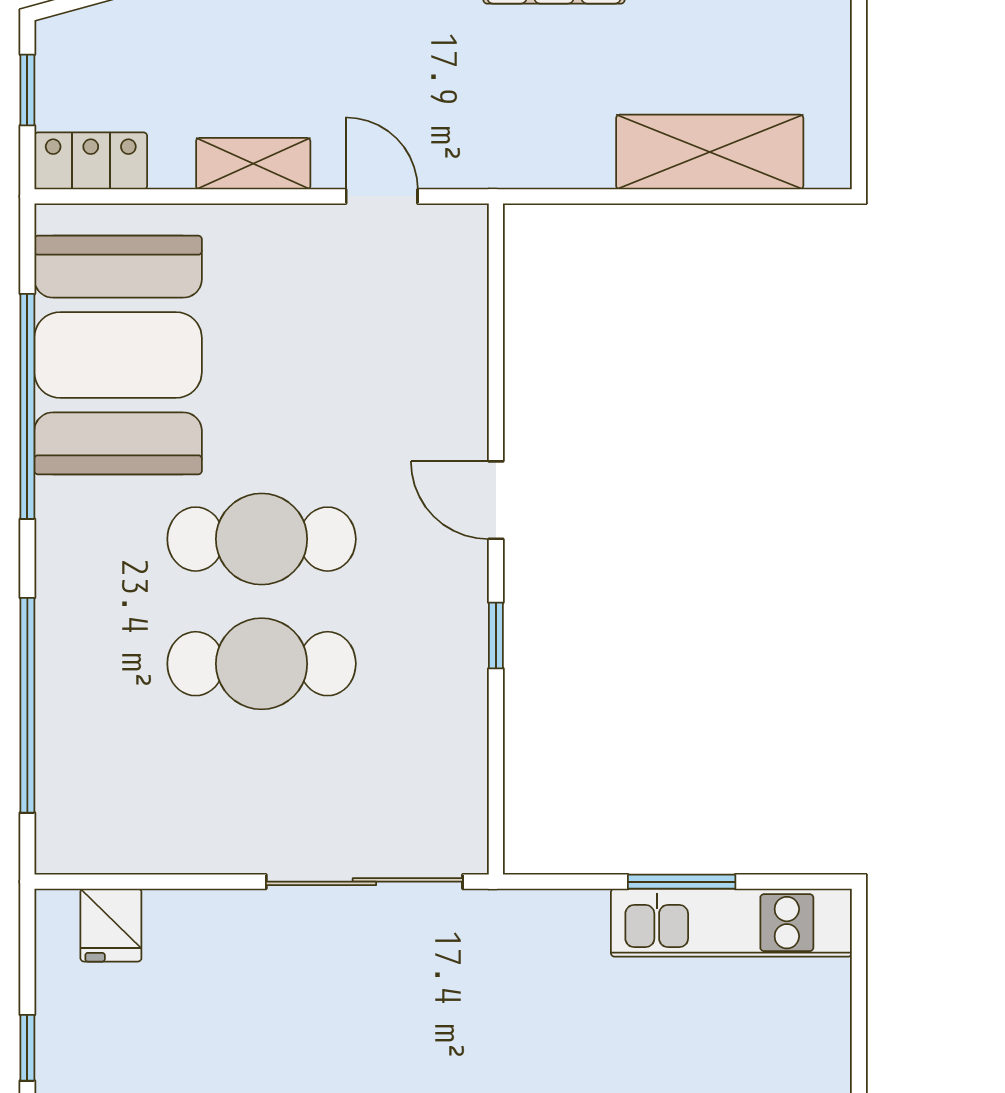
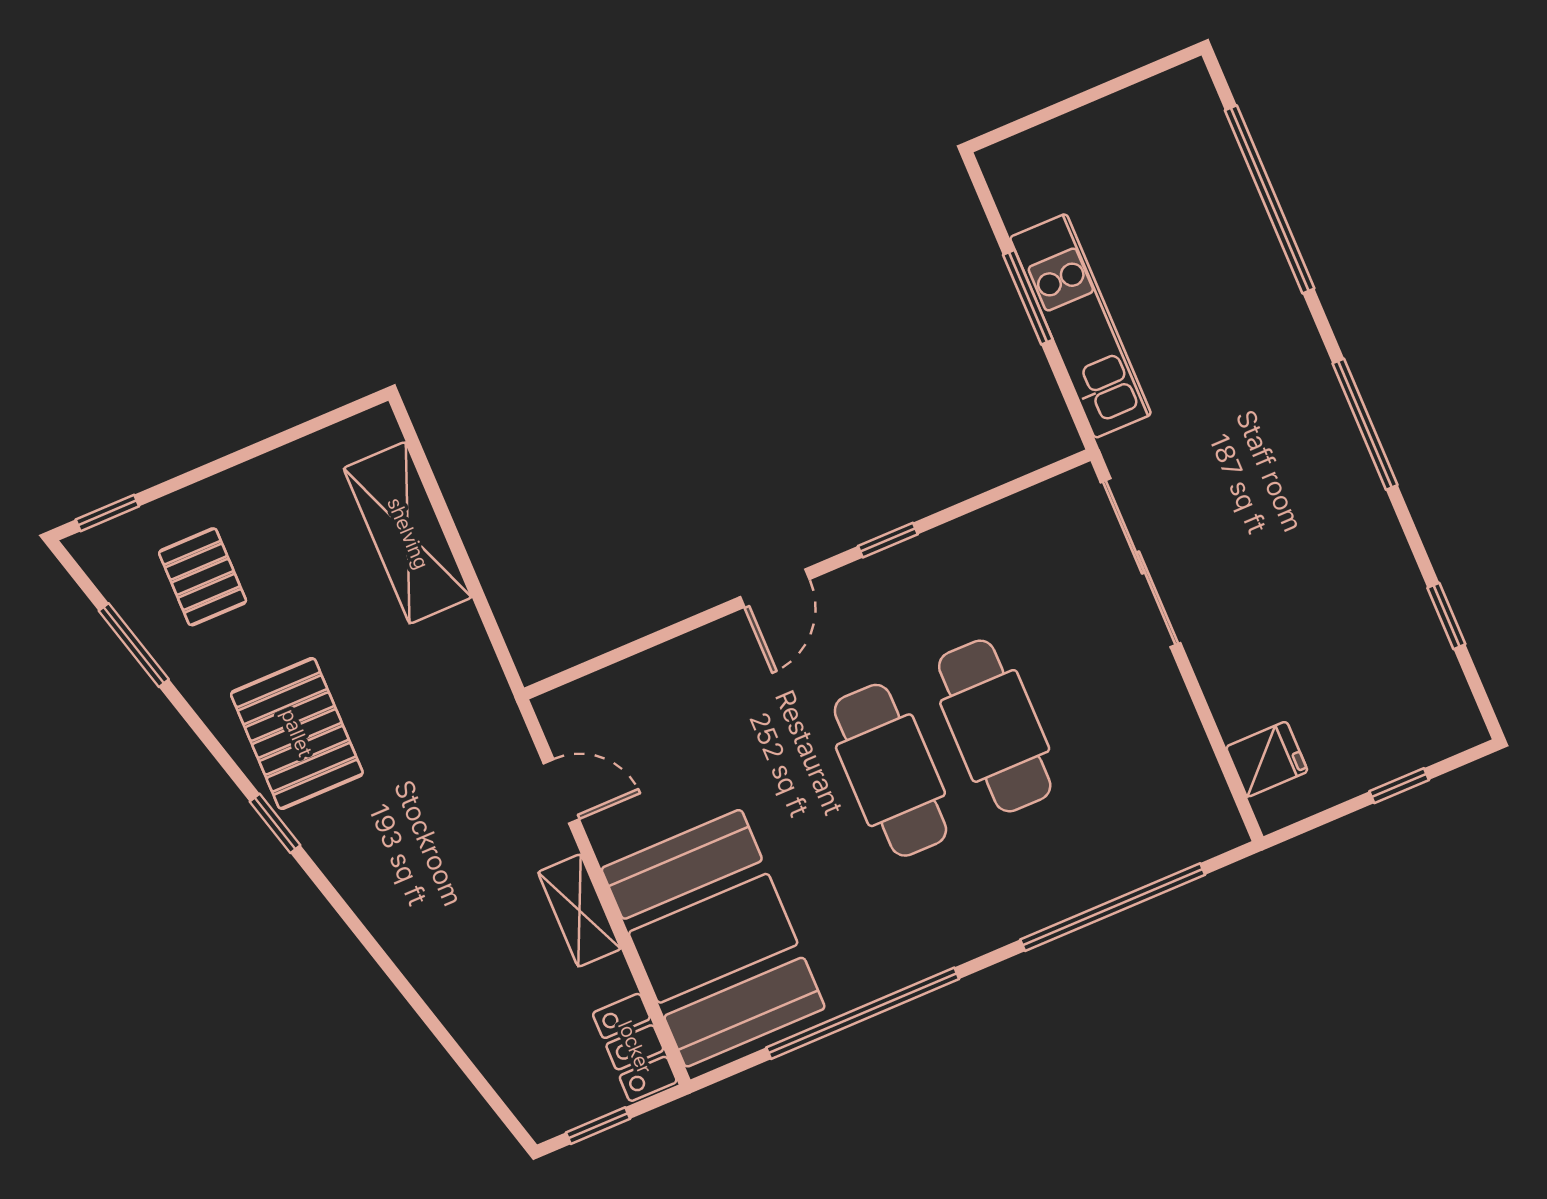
door: (382, 196) -> (561, 791), swing flipped
booth: (118, 355) -> (713, 938), moved, turned 90
kitchen unit: (731, 923) -> (1080, 326), moved

